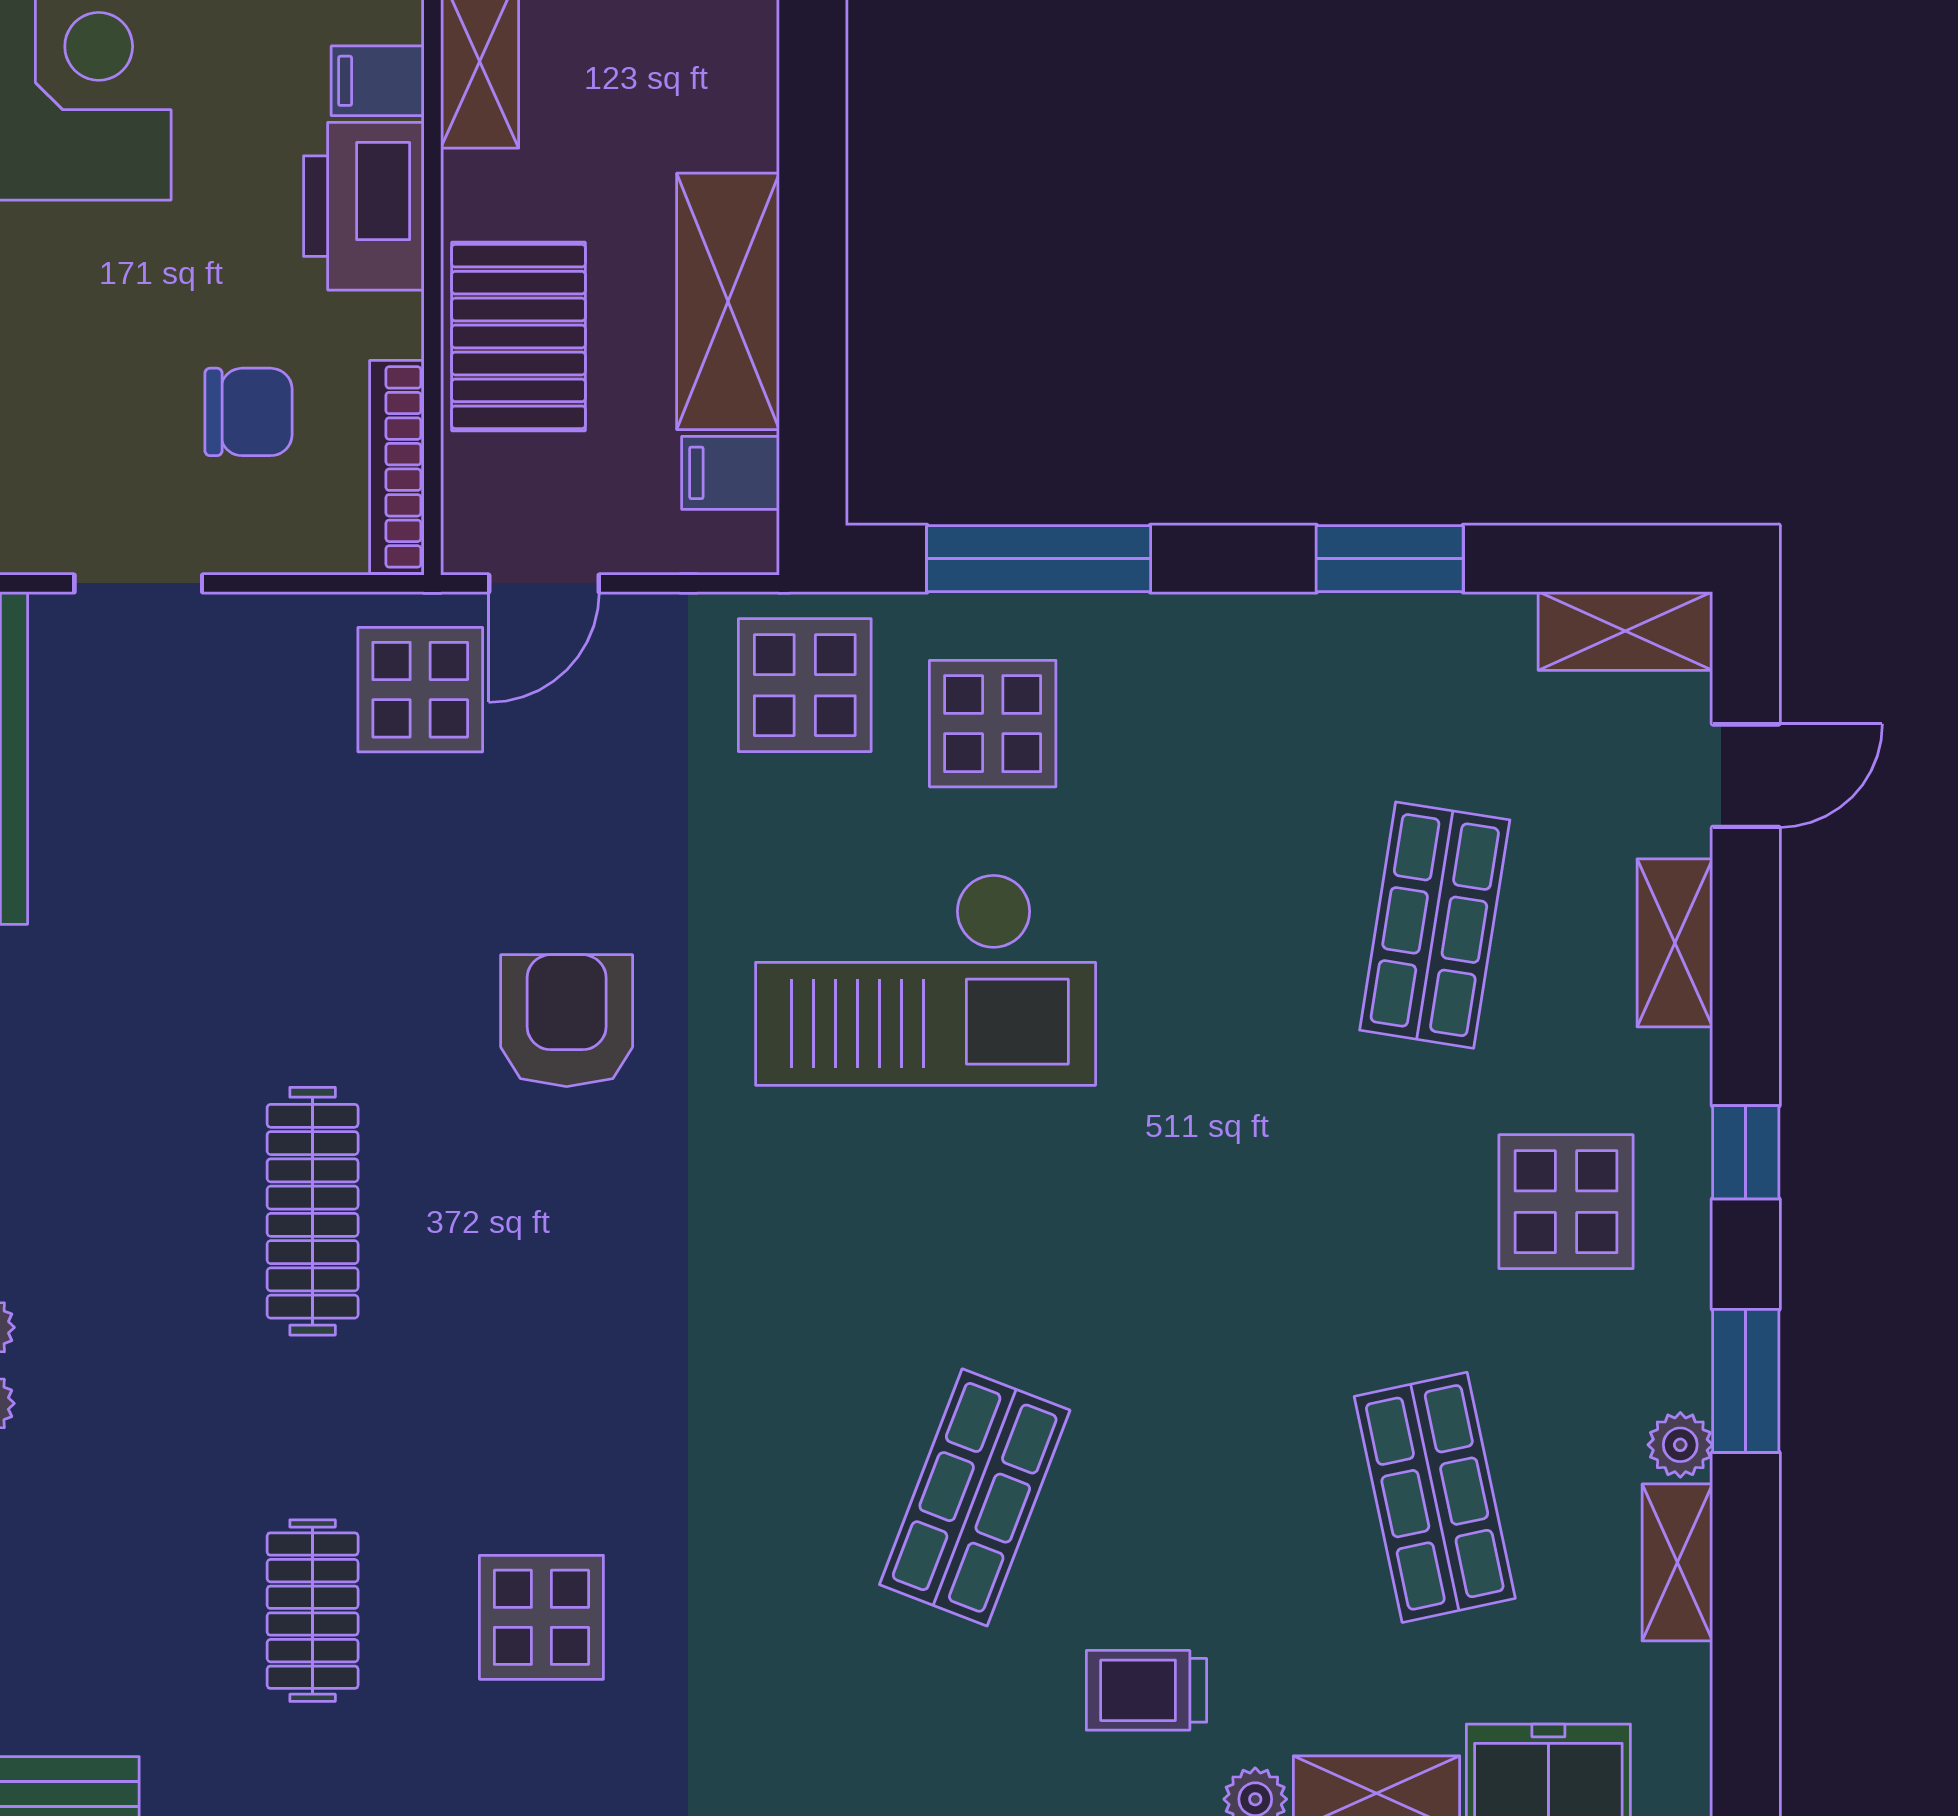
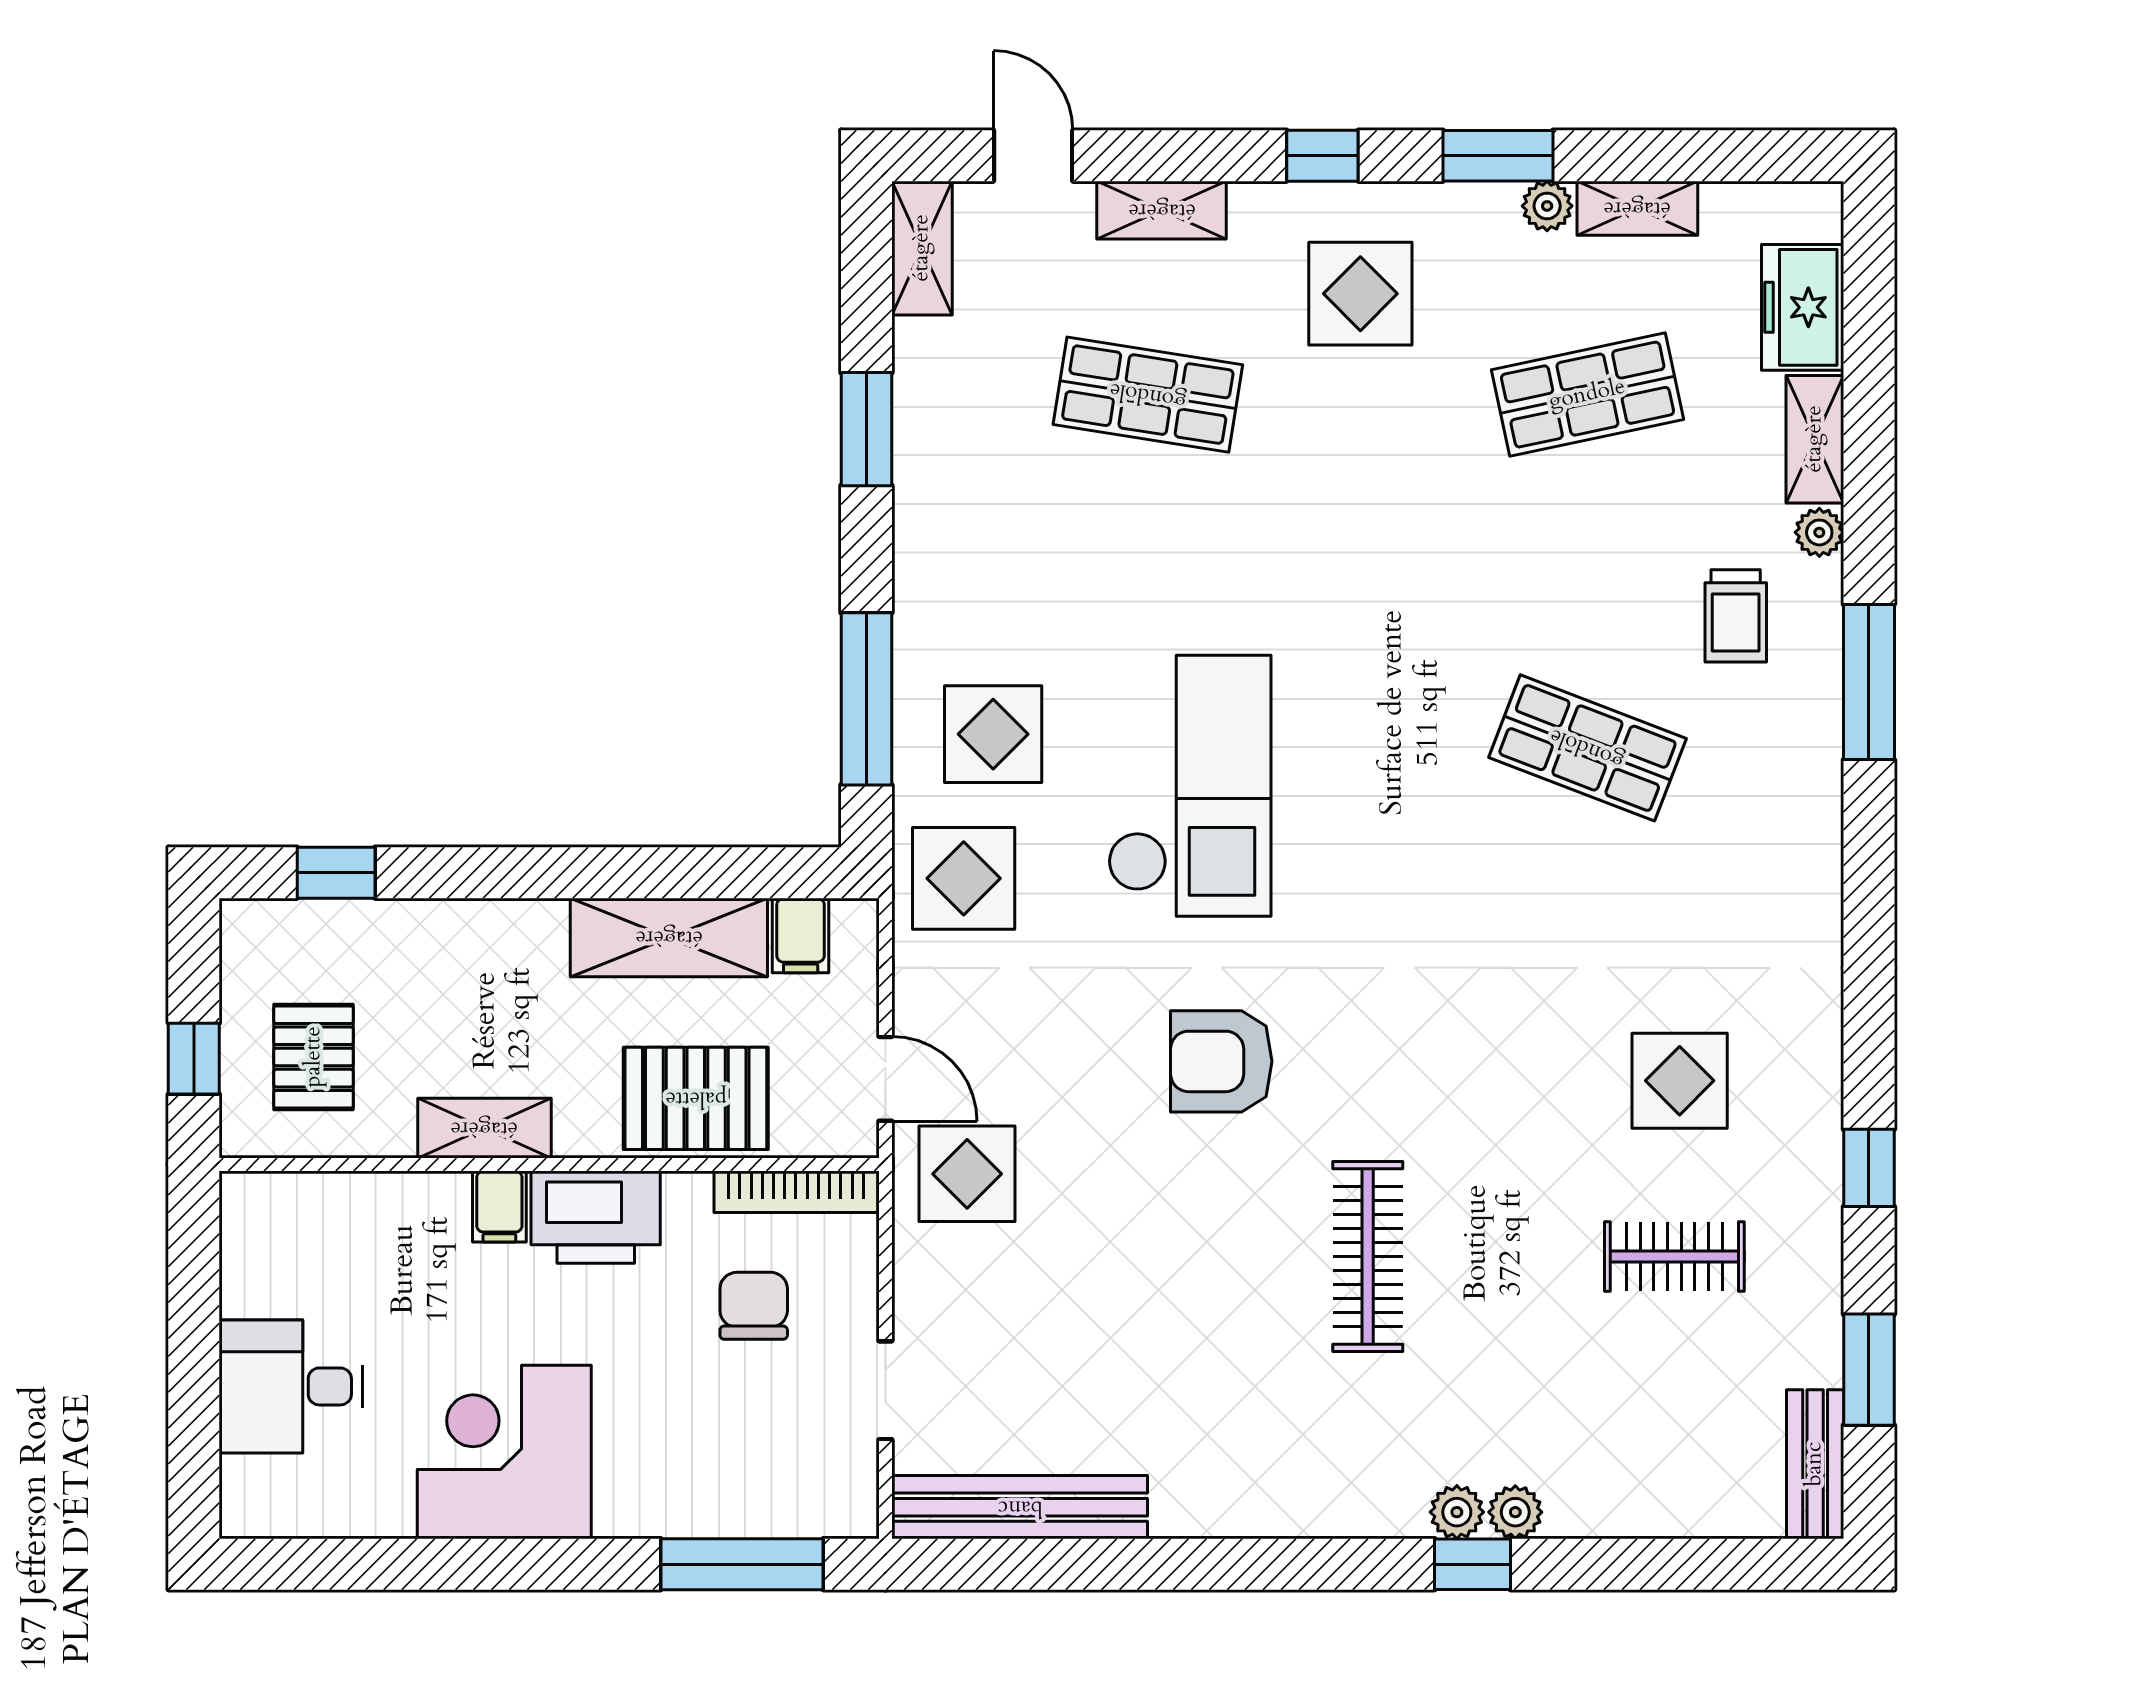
clothes rail: (313, 1211) -> (1368, 1257), turned 90

